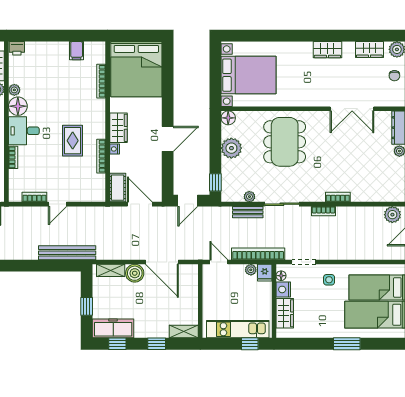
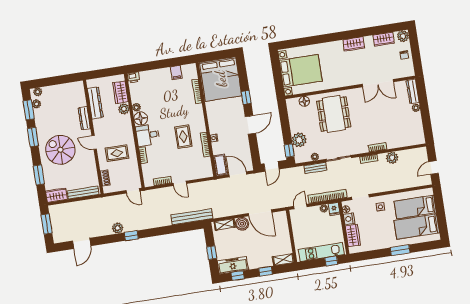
window: (168, 100) -> (246, 97), added
floor lamp: (228, 118) -> (304, 101), moved
wardrobe: (118, 128) -> (214, 123), removed
plant: (231, 148) -> (299, 140), moved
door: (58, 204) -> (180, 183), hinge flipped
plant: (392, 215) -> (392, 158), moved
door: (219, 262) -> (300, 207), hinge flipped

